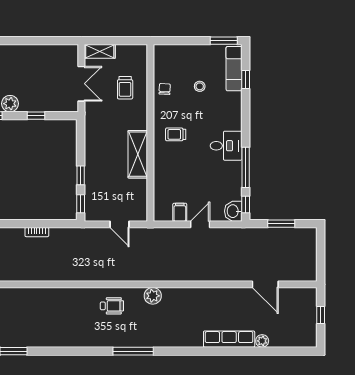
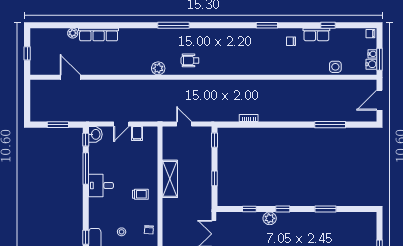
trolley: (125, 88) -> (180, 231), removed
window: (81, 175) -> (214, 178), moved

